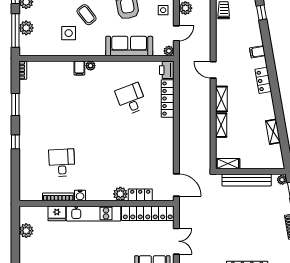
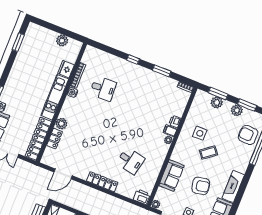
window: (15, 30) -> (218, 93), width x0.69
sofa: (129, 46) -> (172, 176), width x0.73
printer: (67, 67) -> (175, 121), added
desk: (131, 99) -> (130, 161), turned 33
locker: (168, 99) -> (102, 182), moved
door: (176, 185) -> (63, 174), moved

